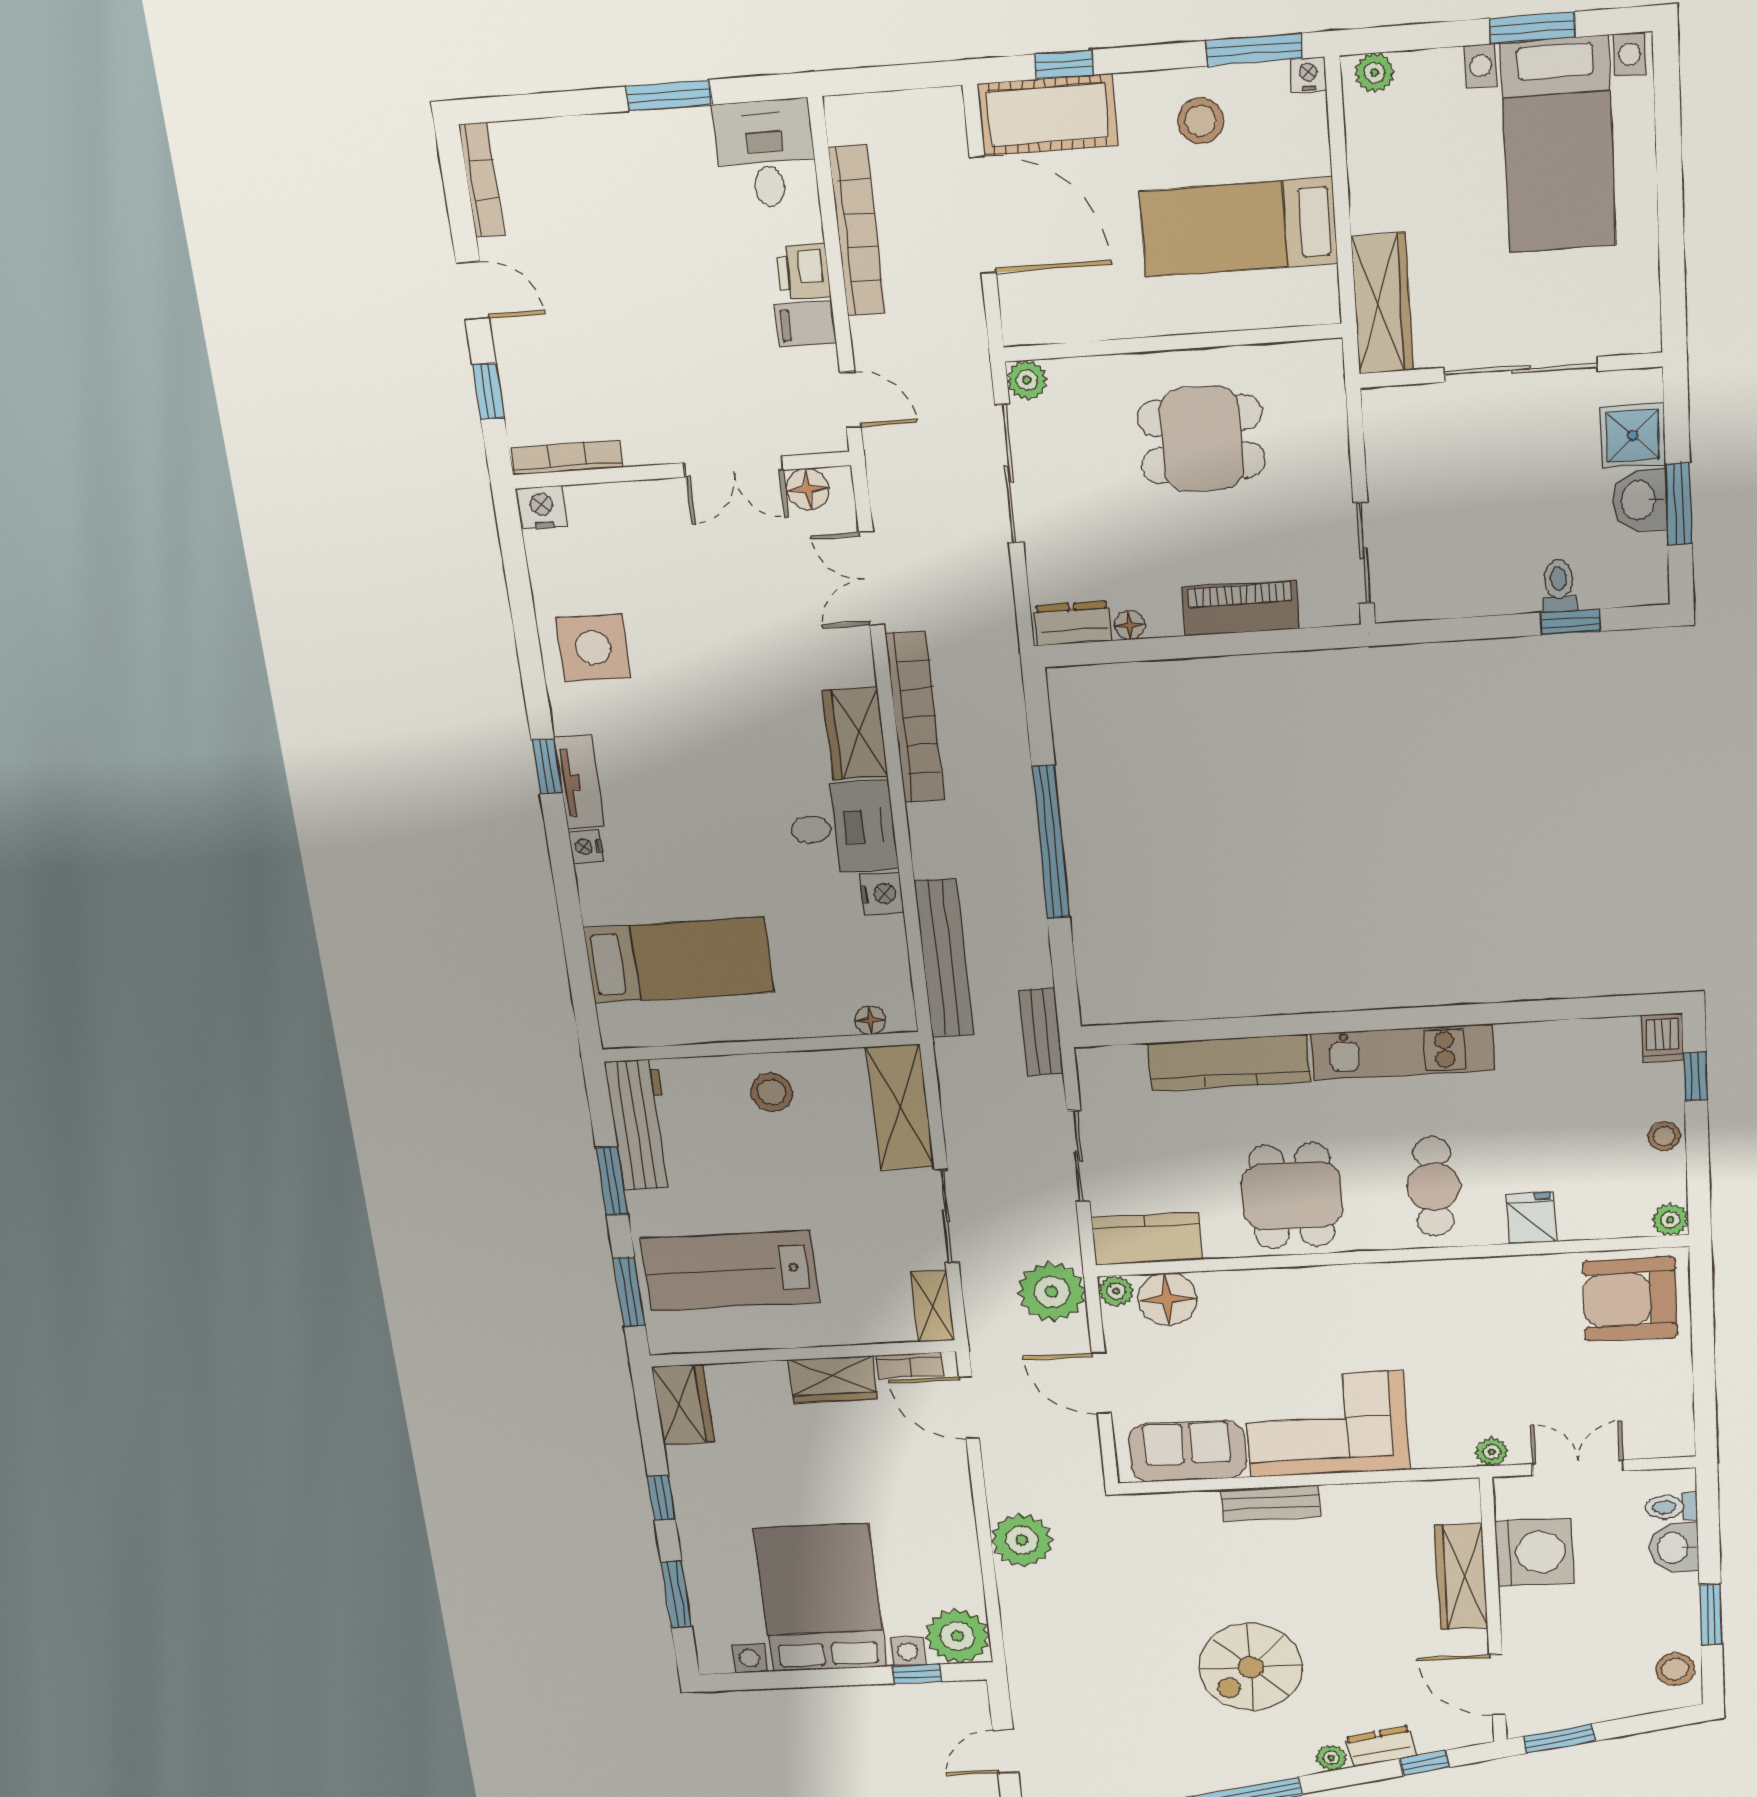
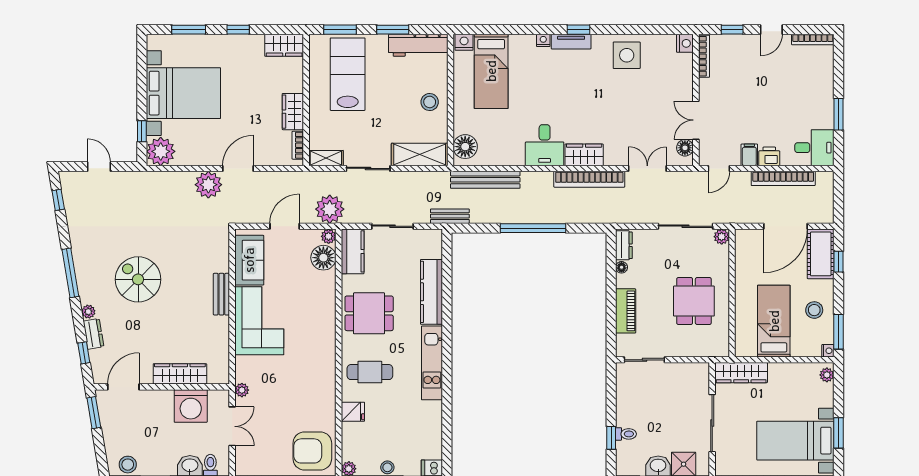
nightstand: (882, 894) -> (464, 42), moved, turned 180
floor lamp: (870, 1020) -> (465, 147), width x1.89, depth x1.89
armchair: (1630, 1299) -> (312, 451), turned -90
door: (969, 1407) -> (238, 168), moved

